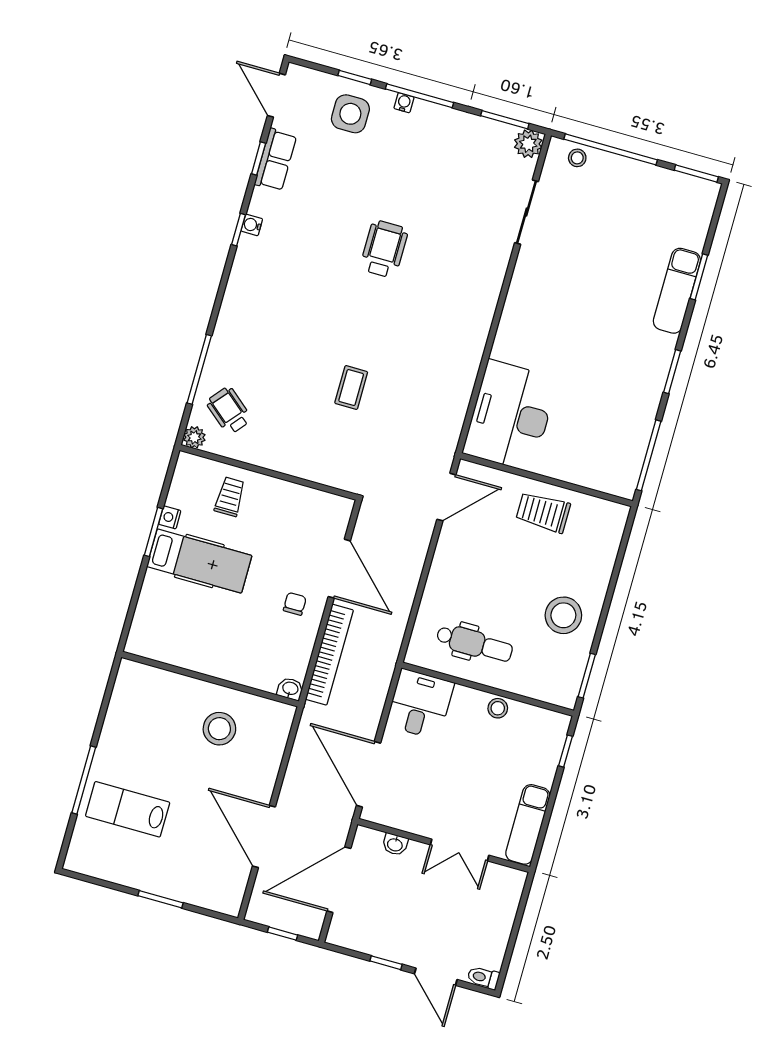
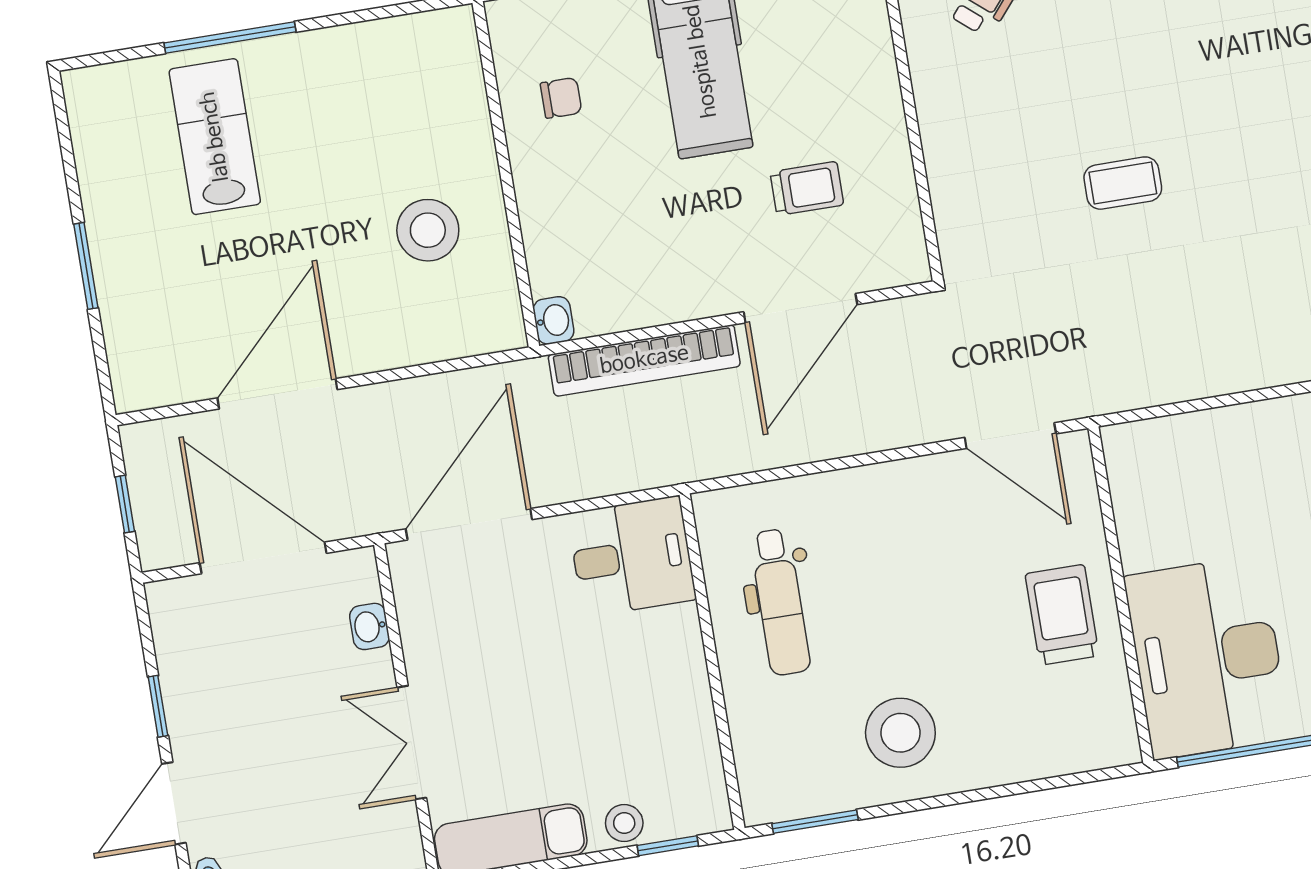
desk: (510, 416) -> (1207, 657), moved, turned -90
trolley: (230, 497) -> (807, 188), moved
chair: (295, 604) -> (561, 98), moved
stool: (498, 708) -> (624, 823), moved

